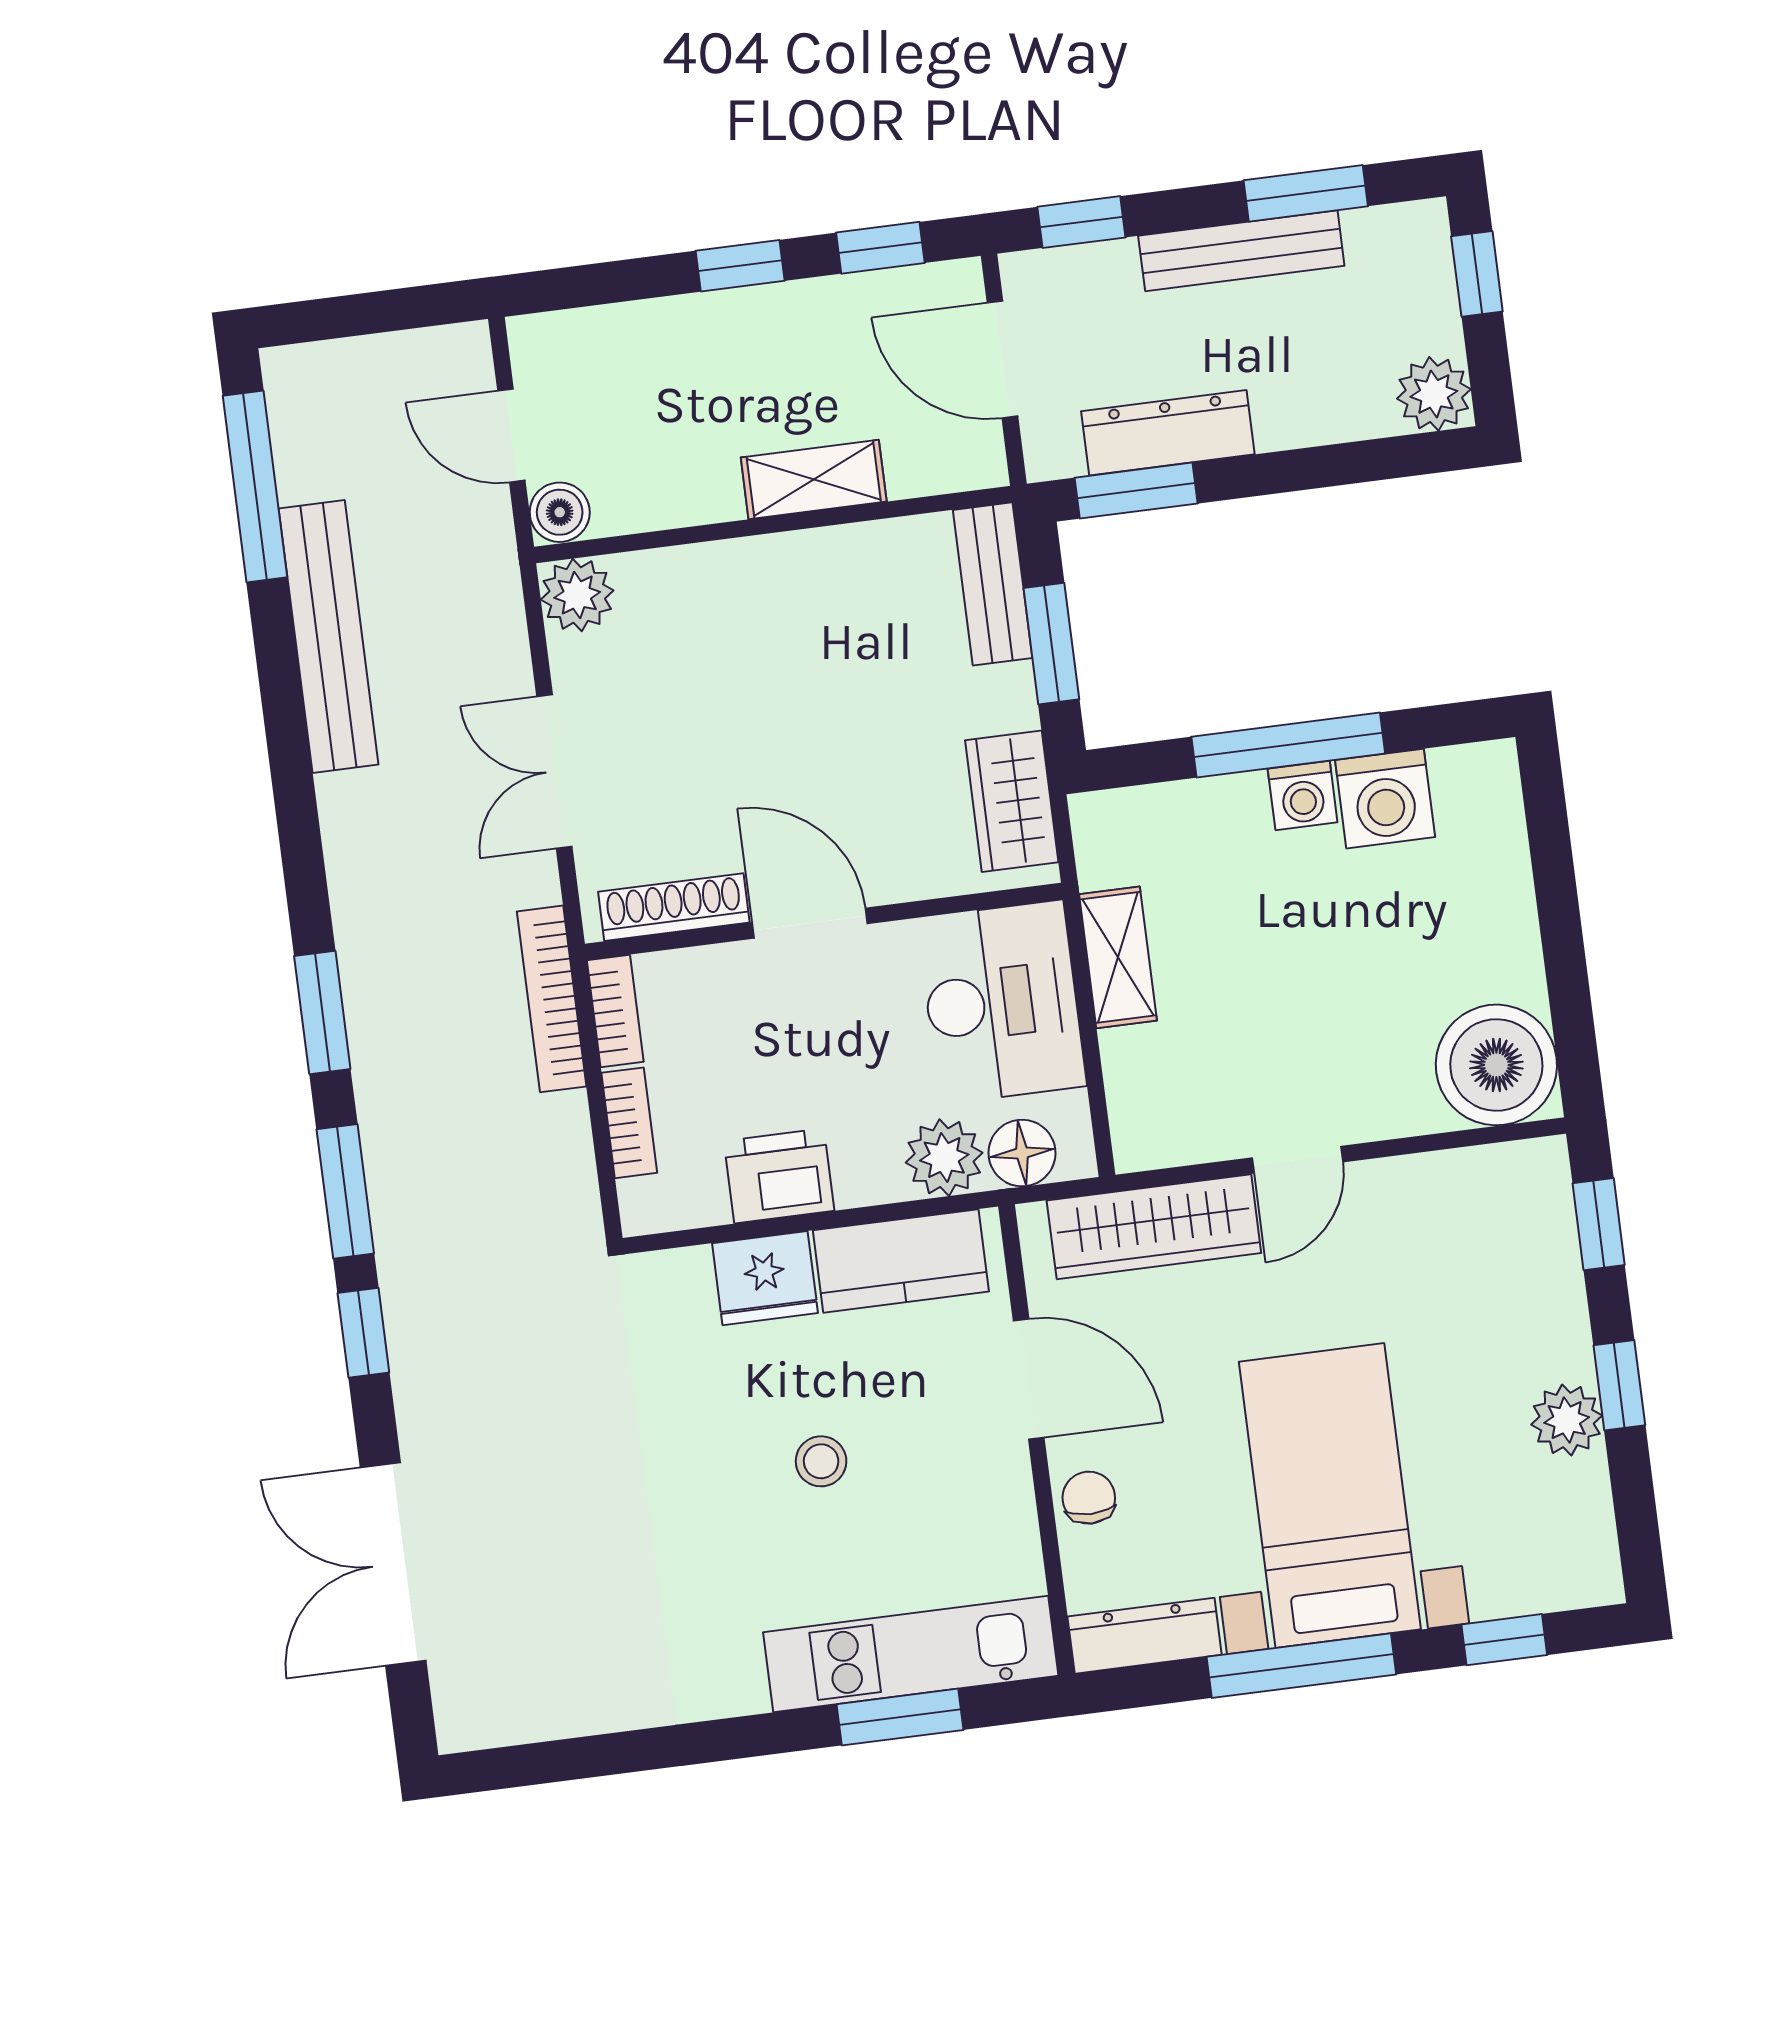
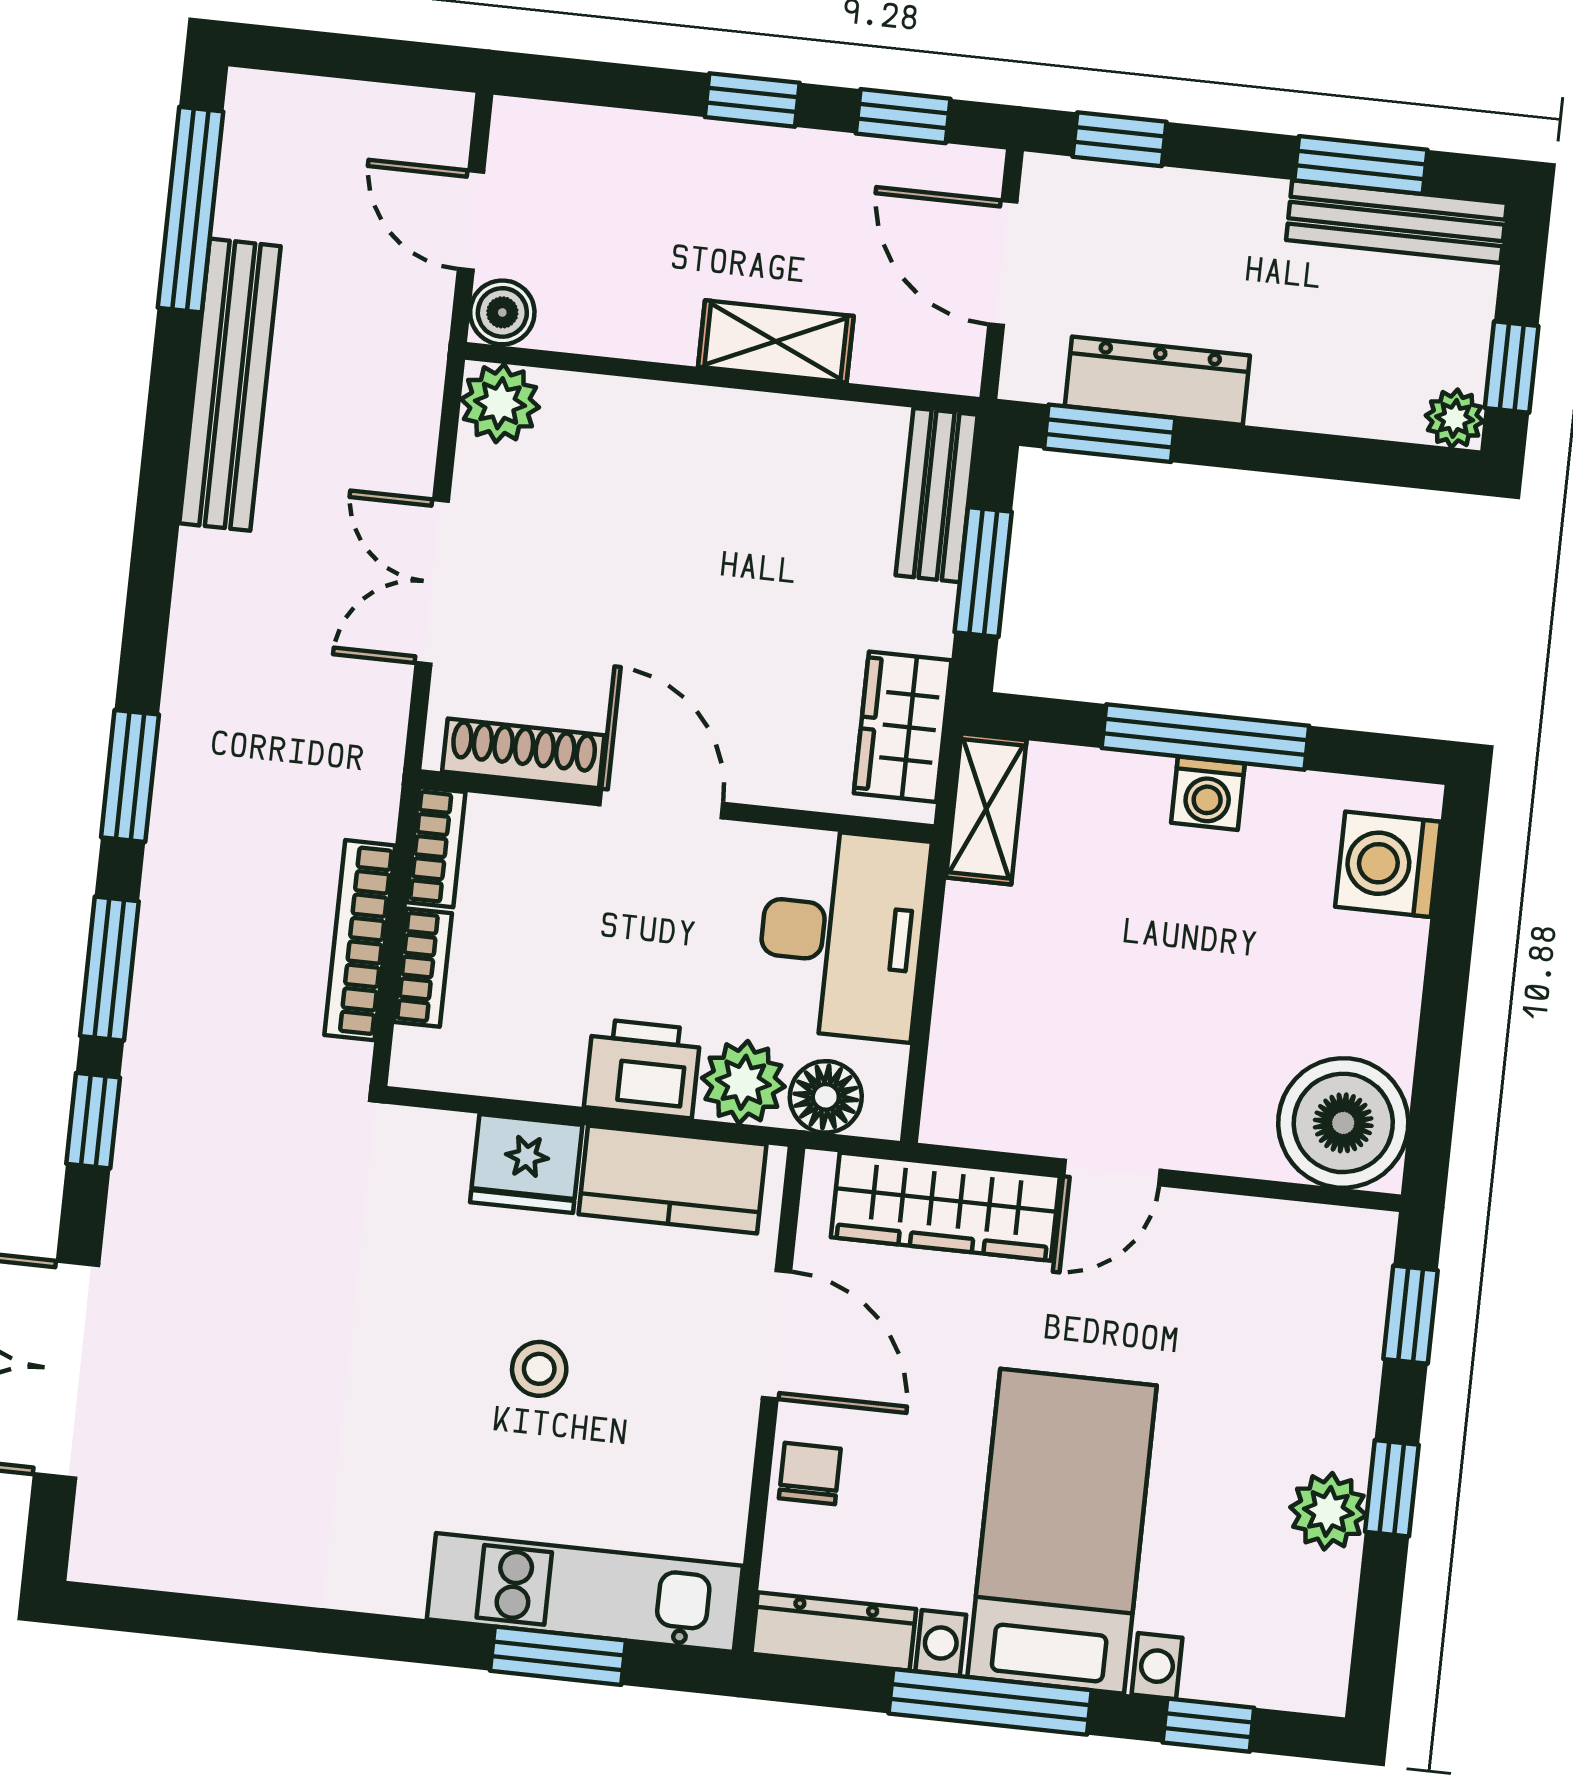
bench: (1241, 251) -> (1396, 222), moved
window: (1477, 274) -> (1512, 367), moved
plant: (1434, 394) -> (1455, 418), width x0.73, depth x0.73
washing machine: (1385, 799) -> (1388, 864), moved, turned 90
shelving: (1118, 957) -> (986, 809), moved
bookcase: (552, 999) -> (360, 940), moved
printer: (779, 1176) -> (643, 1068), moved

